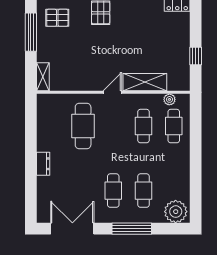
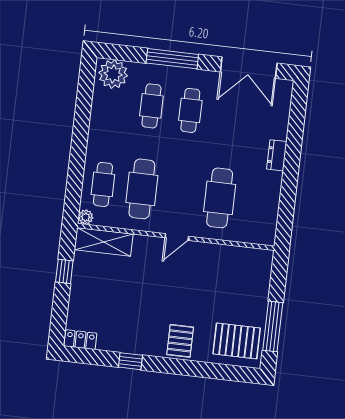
pallet: (57, 18) -> (237, 341), width x1.50, depth x1.42
shelving: (43, 77) -> (264, 267), removed
shelving: (145, 82) -> (104, 242), moved
plant: (169, 99) -> (86, 217), moved
cafe table: (144, 126) -> (142, 189), width x1.37, depth x1.35

